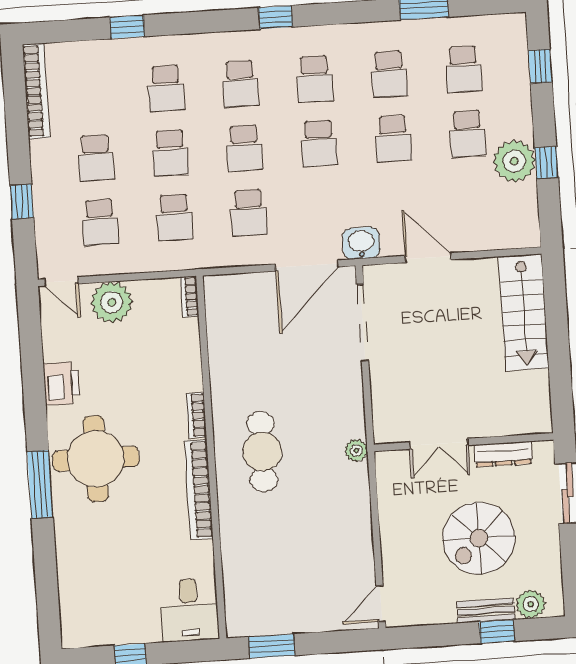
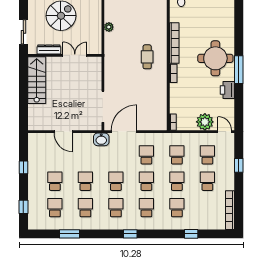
plant: (514, 161) -> (37, 169), removed
door: (428, 258) -> (63, 132), moved
stairs: (524, 312) -> (37, 80), moved
plant: (356, 450) -> (109, 27), moved
cafe table: (262, 452) -> (147, 57), width x0.73, depth x0.74
window: (40, 484) -> (239, 70), moved

